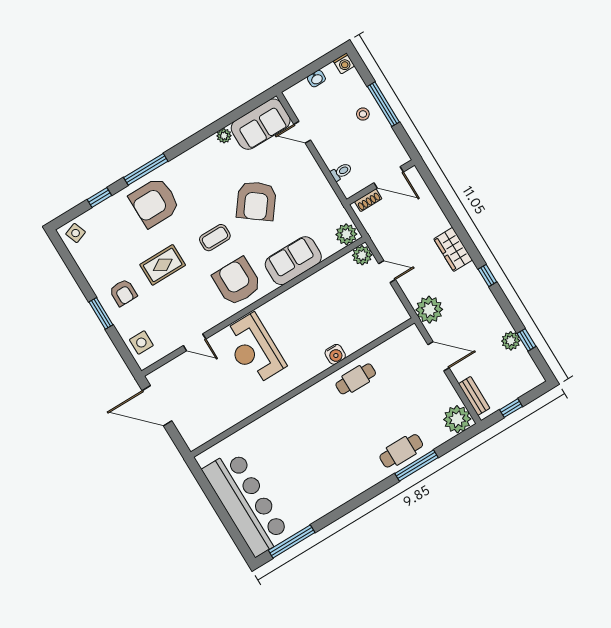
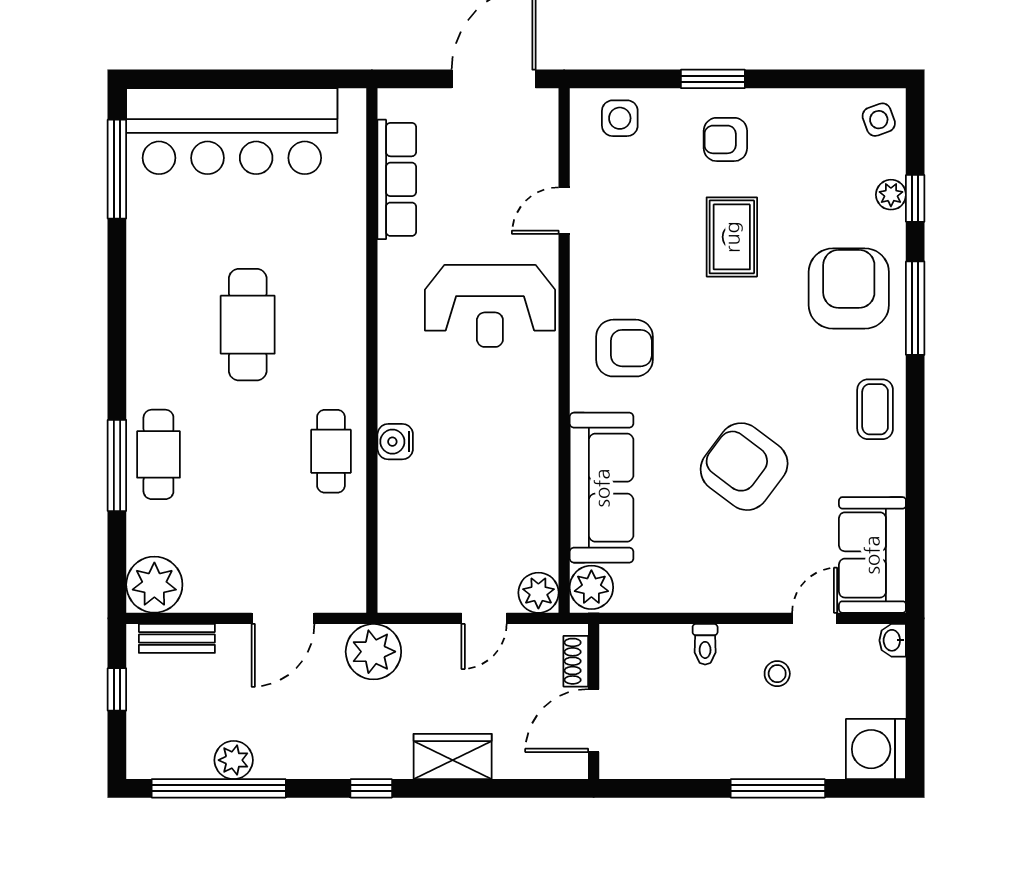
washing machine: (344, 63) -> (876, 749), width x1.89, depth x1.89
washbasin: (316, 79) -> (893, 640), moved
stool: (363, 114) -> (777, 674), moved
plant: (224, 136) -> (891, 195), moved
door: (389, 177) -> (594, 721), moved
wall: (381, 182) -> (594, 702), moved
shoe rack: (368, 200) -> (576, 661), moved
coffee table: (215, 238) -> (875, 409), moved
sofa: (293, 261) -> (602, 488), width x1.36
armchair: (237, 282) -> (625, 348), width x0.73, depth x0.73
window: (527, 340) -> (219, 788), width x3.17
reception desk: (254, 349) -> (490, 306), turned 180
row of seats: (224, 421) -> (397, 179), added
cafe table: (324, 446) -> (248, 325), added

